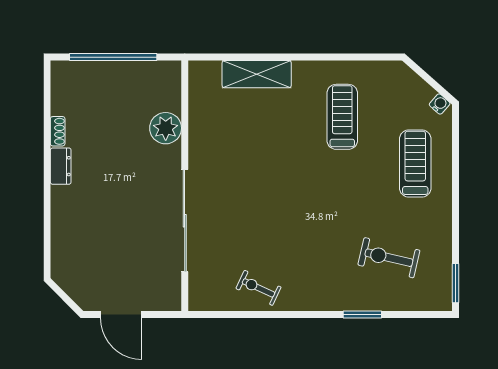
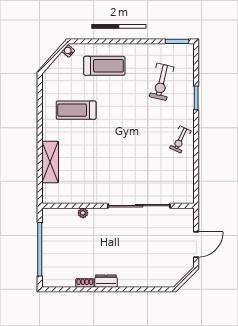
plant: (166, 128) -> (83, 213), width x0.53, depth x0.53
treadmill: (415, 163) -> (104, 66), turned 180
exercise bike: (258, 288) -> (180, 139), moved

